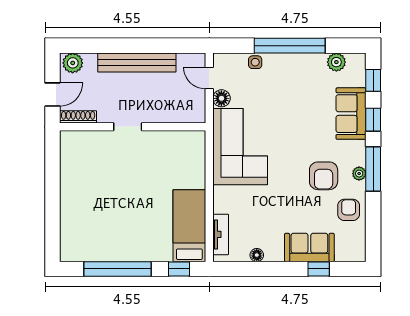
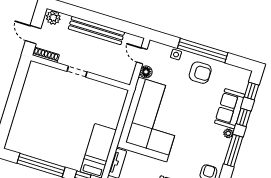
plant: (336, 62) -> (231, 71), removed
door: (53, 94) -> (33, 35), swing flipped
corner sofa: (240, 147) -> (152, 120), width x1.36, depth x1.36
plant: (359, 174) -> (228, 133), moved
armchair: (324, 176) -> (200, 73), moved, turned -90

